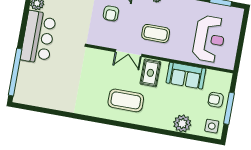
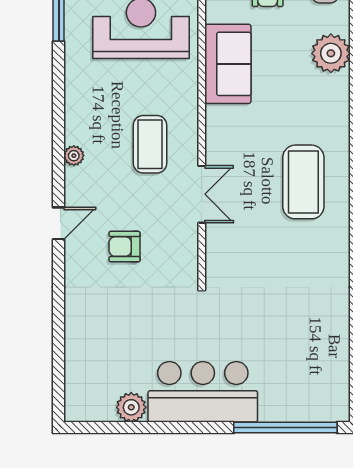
armchair: (111, 13) -> (124, 247), turned 180
rug: (150, 73) -> (236, 140), removed

